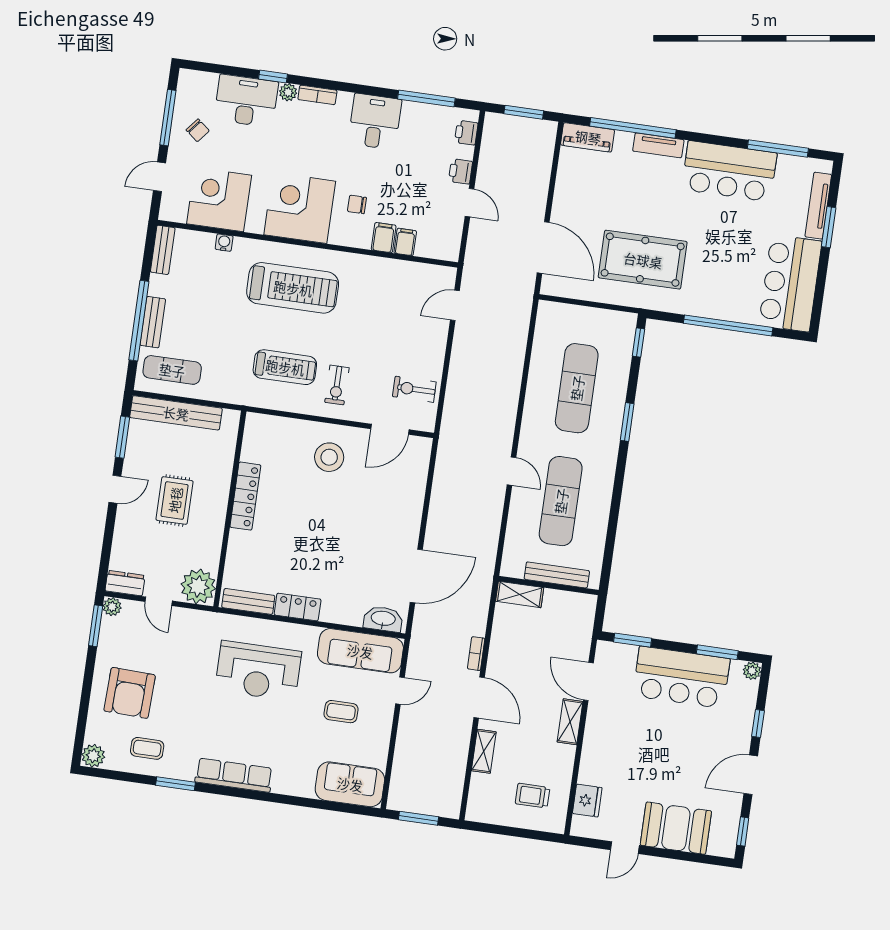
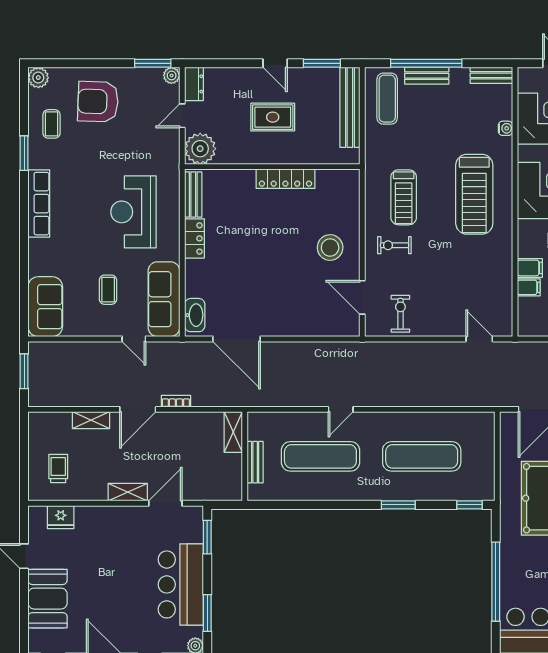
bench: (557, 575) -> (255, 462), width x0.73

